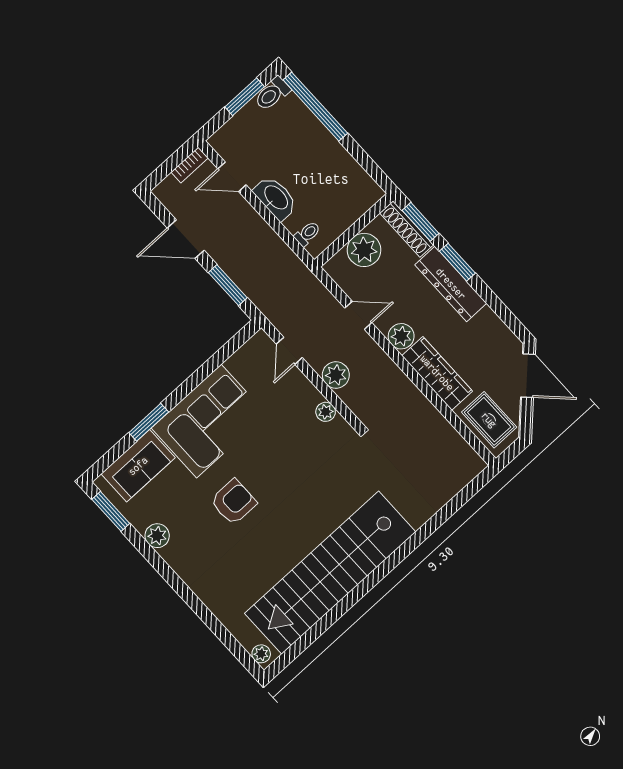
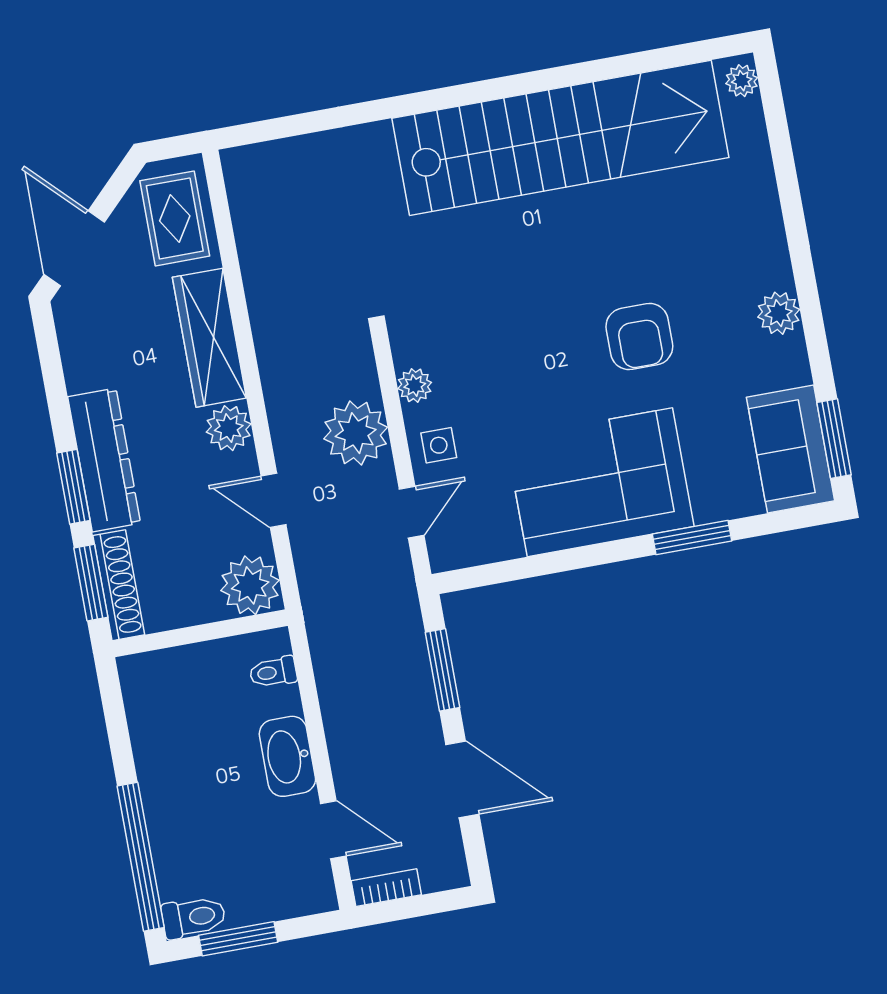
plant: (364, 250) -> (250, 585), moved
plant: (336, 375) -> (356, 433), width x1.36, depth x1.36
side table: (296, 391) -> (439, 445), added
sofa: (138, 466) -> (791, 449), moved, turned -90
armchair: (234, 502) -> (639, 337), turned -90
plant: (157, 536) -> (779, 313), moved

